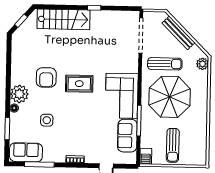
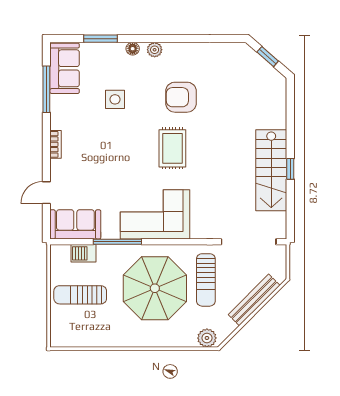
stairs: (63, 19) -> (271, 170), moved
plant: (19, 94) -> (155, 50), width x0.53, depth x0.53
sofa: (127, 136) -> (75, 224), moved
barbecue: (146, 156) -> (83, 253), moved

